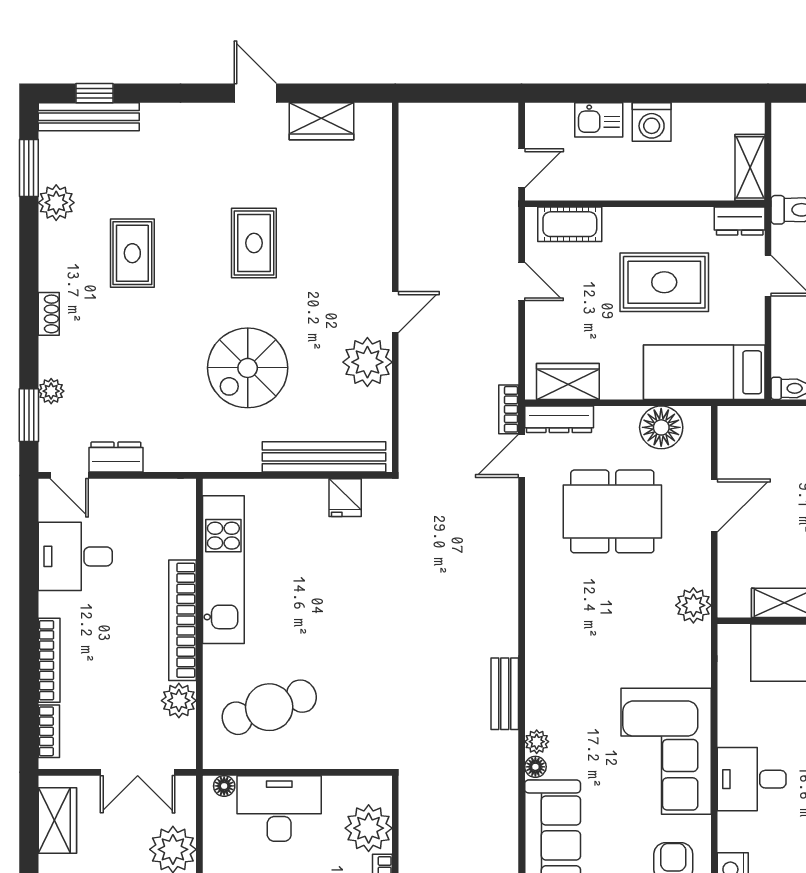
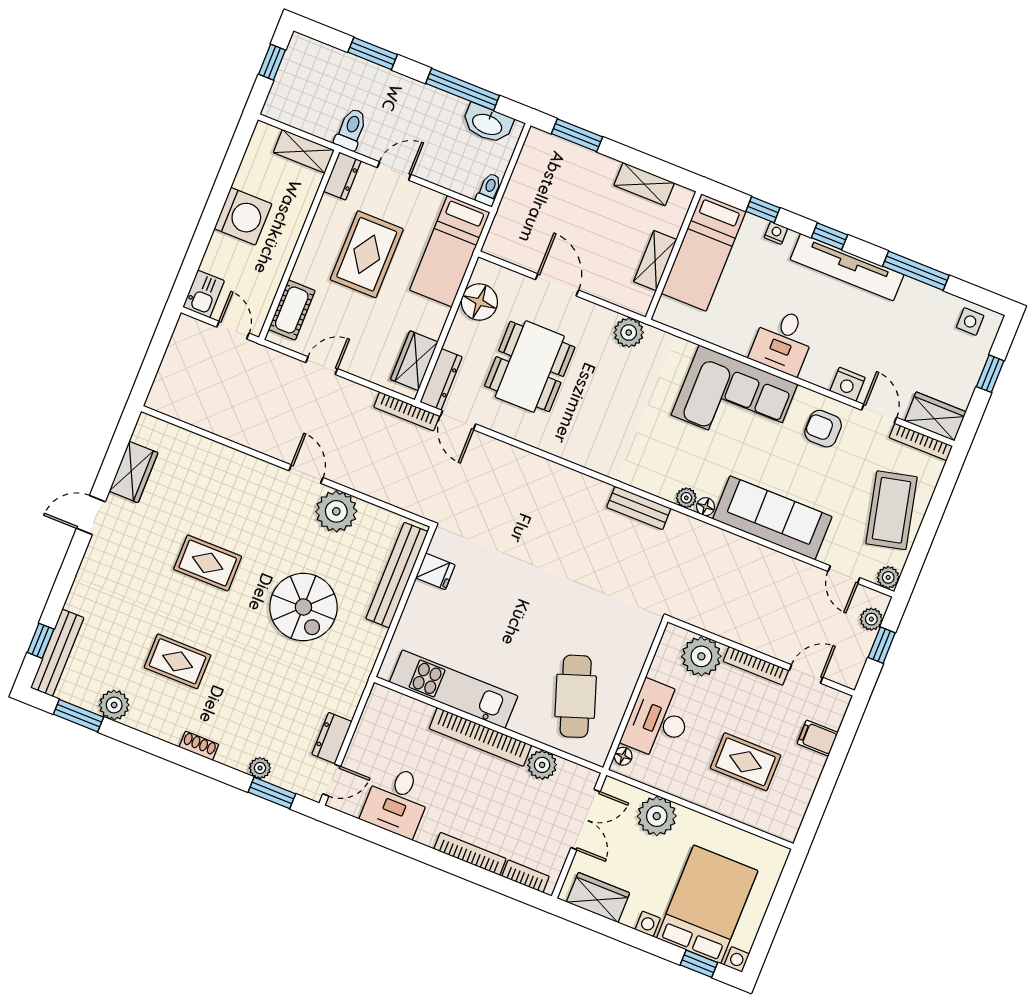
kitchen sink: (599, 120) -> (204, 294), moved
washing machine: (652, 122) -> (243, 216), width x1.37, depth x1.37
bookcase: (509, 409) -> (407, 411), width x1.56

